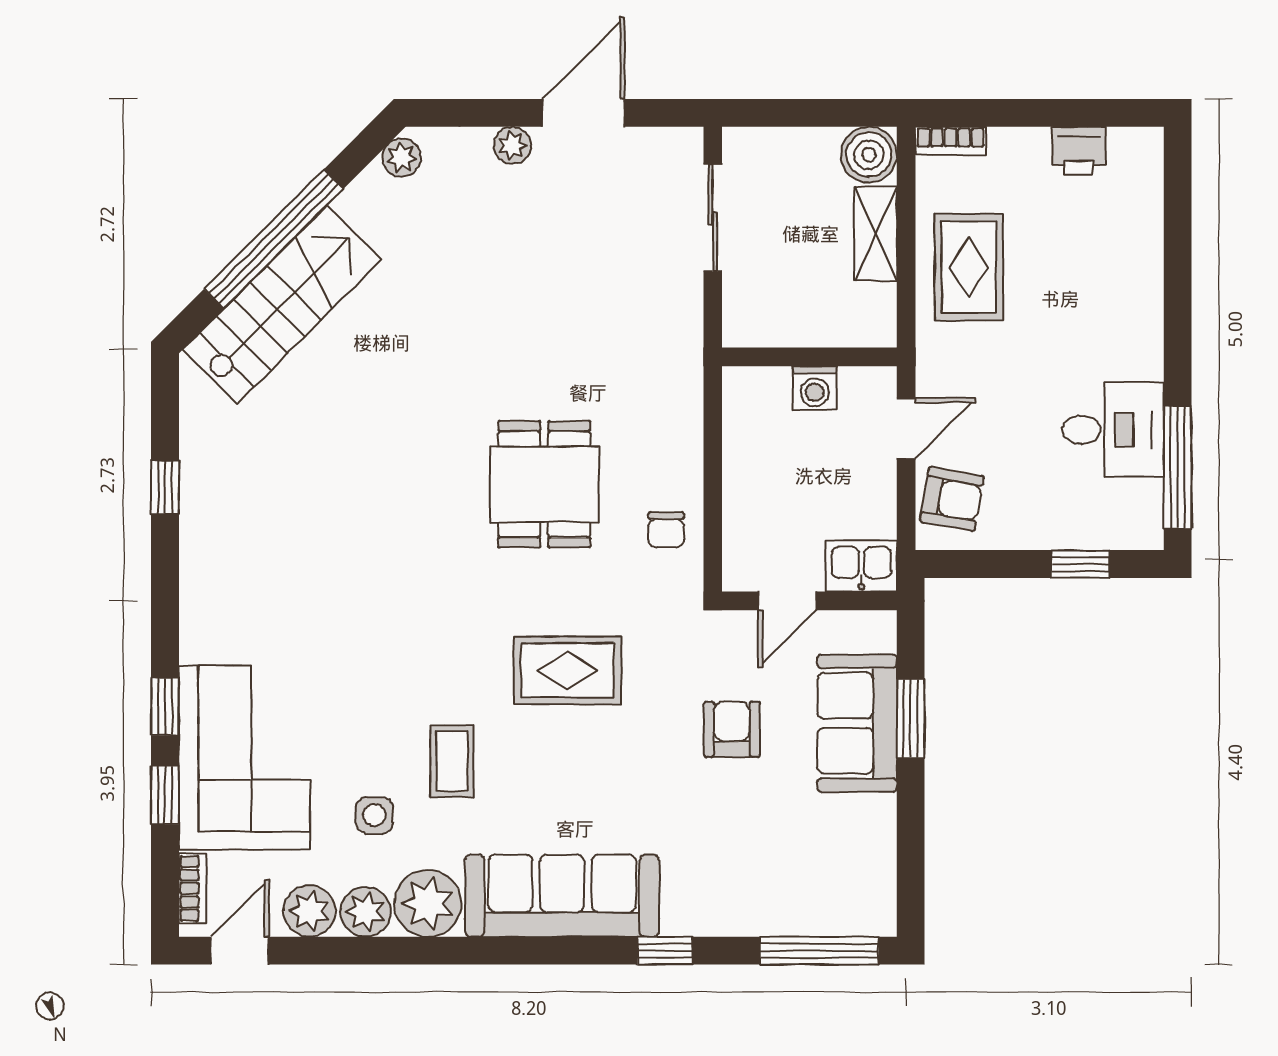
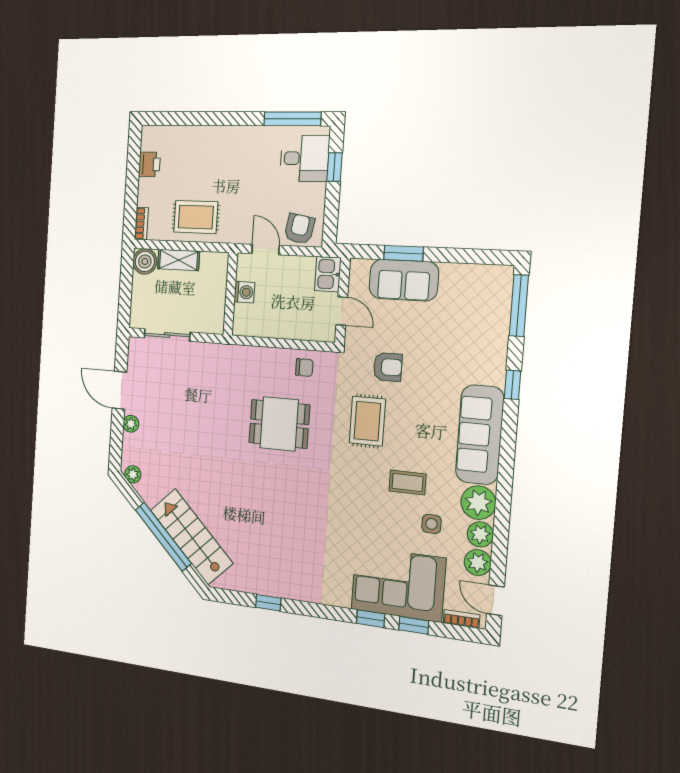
desk: (1113, 430) -> (305, 158), moved, turned 90
armchair: (732, 729) -> (388, 367), moved, turned 180

